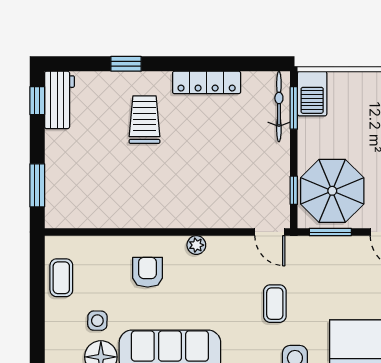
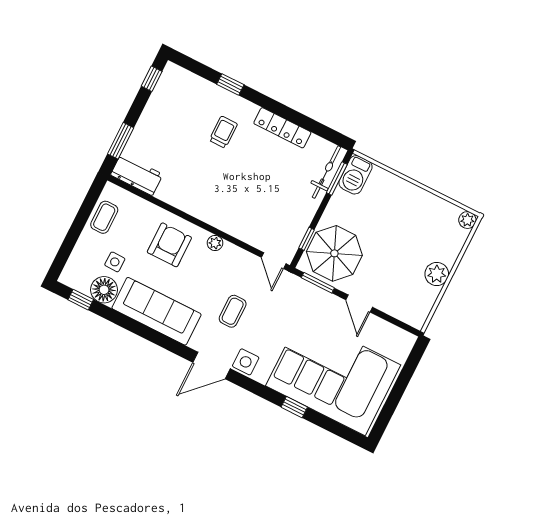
workbench: (59, 100) -> (137, 175), moved, turned -90
trolley: (145, 120) -> (223, 132), width x0.73, depth x0.72
armchair: (148, 272) -> (169, 245), width x1.38, depth x1.38
coffee table: (275, 304) -> (233, 311), moved

